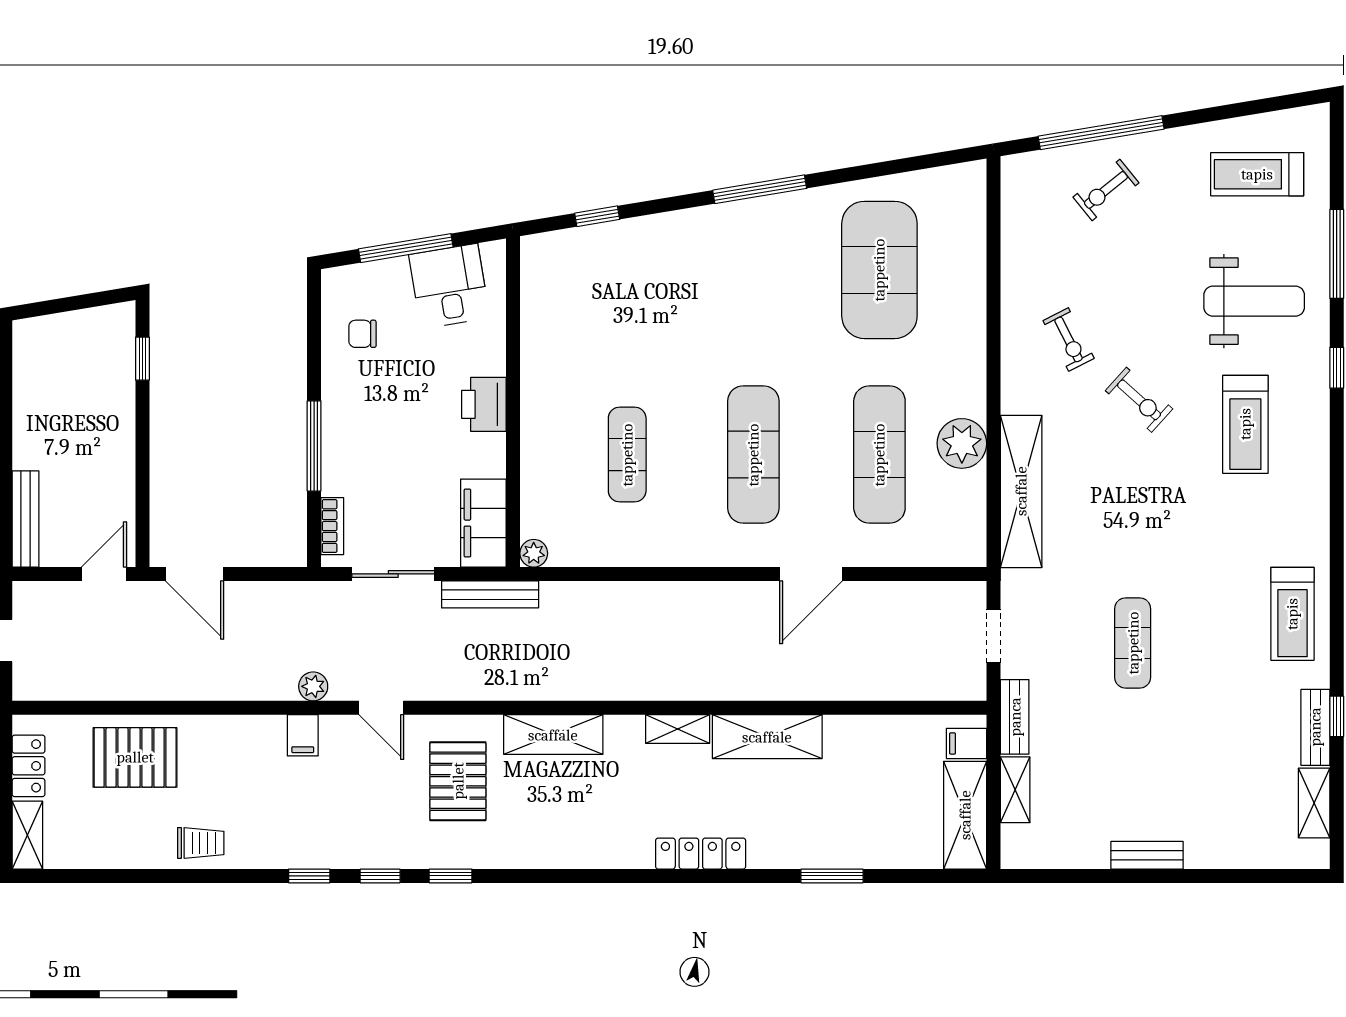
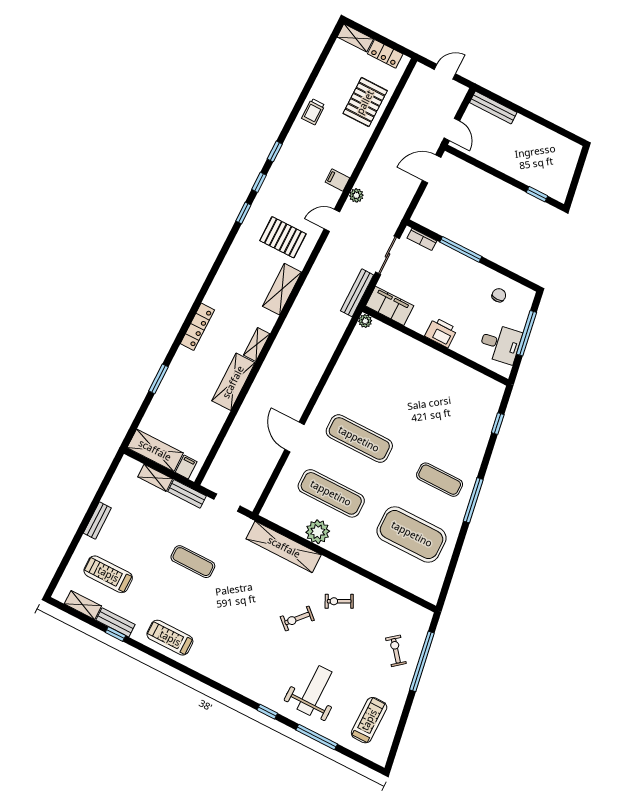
weight bench: (1254, 301) -> (315, 691), turned 180
treadmill: (1245, 424) -> (108, 574), moved
exercise mat: (627, 455) -> (440, 480), moved

